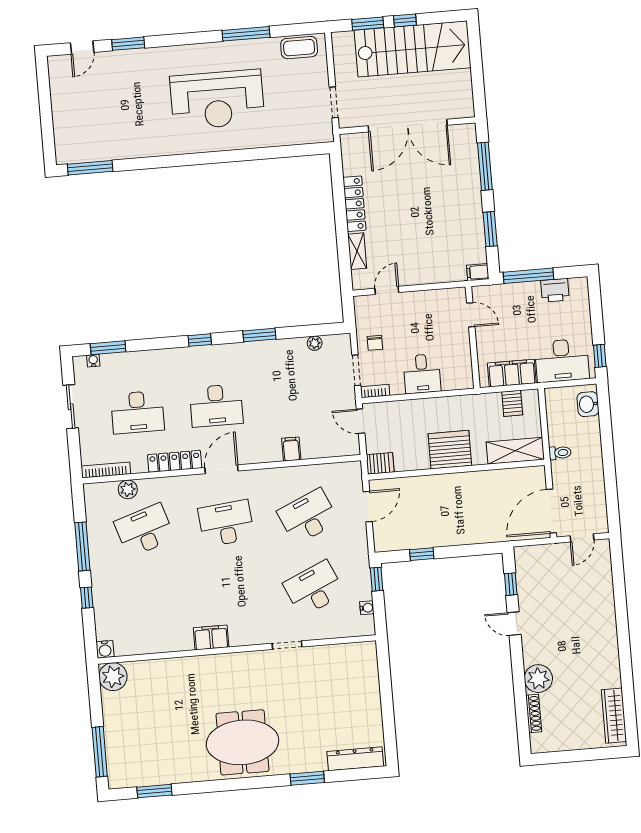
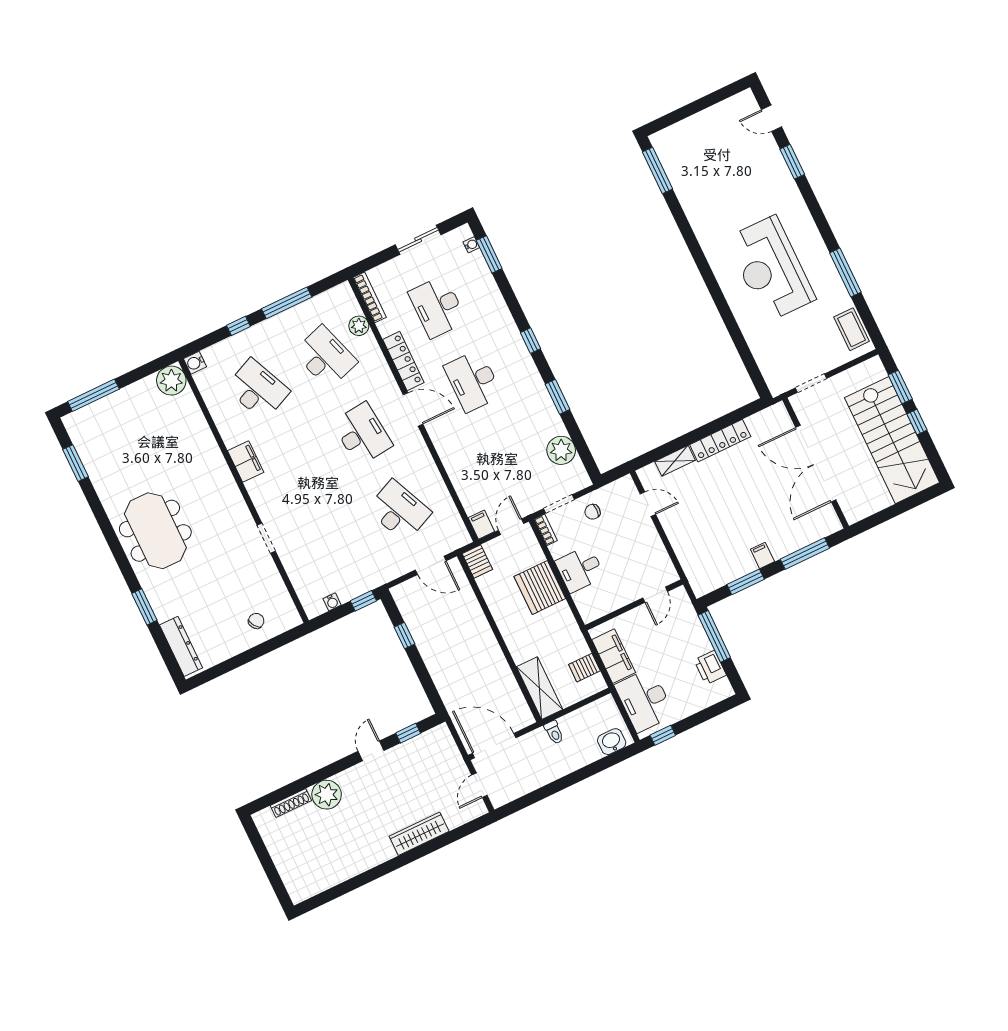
filing cabinet: (478, 272) -> (762, 555), moved
plant: (315, 343) -> (561, 450), width x1.88, depth x1.88
filing cabinet: (291, 449) -> (481, 525), moved, turned -90
server rack: (450, 450) -> (540, 588), moved, turned 180
door: (582, 538) -> (479, 785), hinge flipped
desk: (314, 588) -> (258, 390), moved
chair: (358, 682) -> (256, 621), added
wardrobe: (614, 716) -> (419, 834), moved

